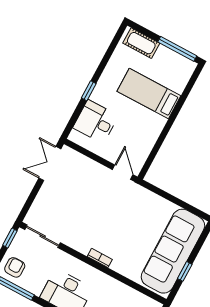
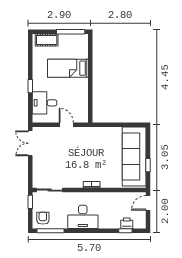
door: (123, 172) -> (66, 125), moved

